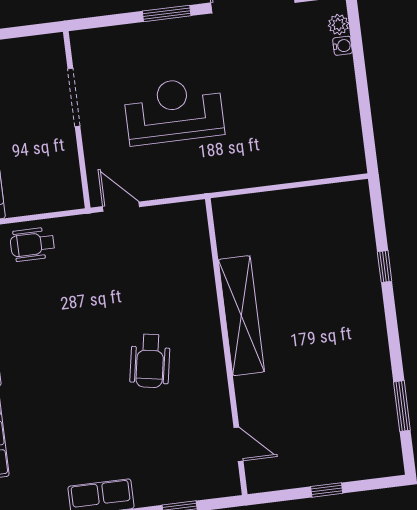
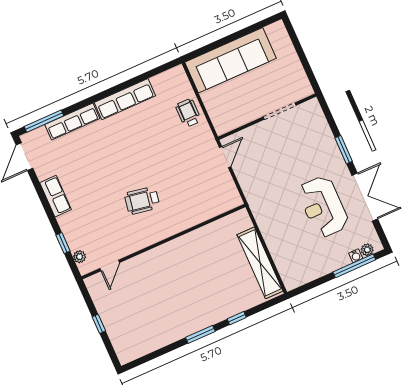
window: (358, 53) -> (354, 266), added
reception desk: (174, 111) -> (323, 207), moved, turned 180
shelving: (241, 316) -> (260, 263), moved, turned 90
window: (402, 406) -> (200, 334), moved
plant: (210, 488) -> (80, 257), added

